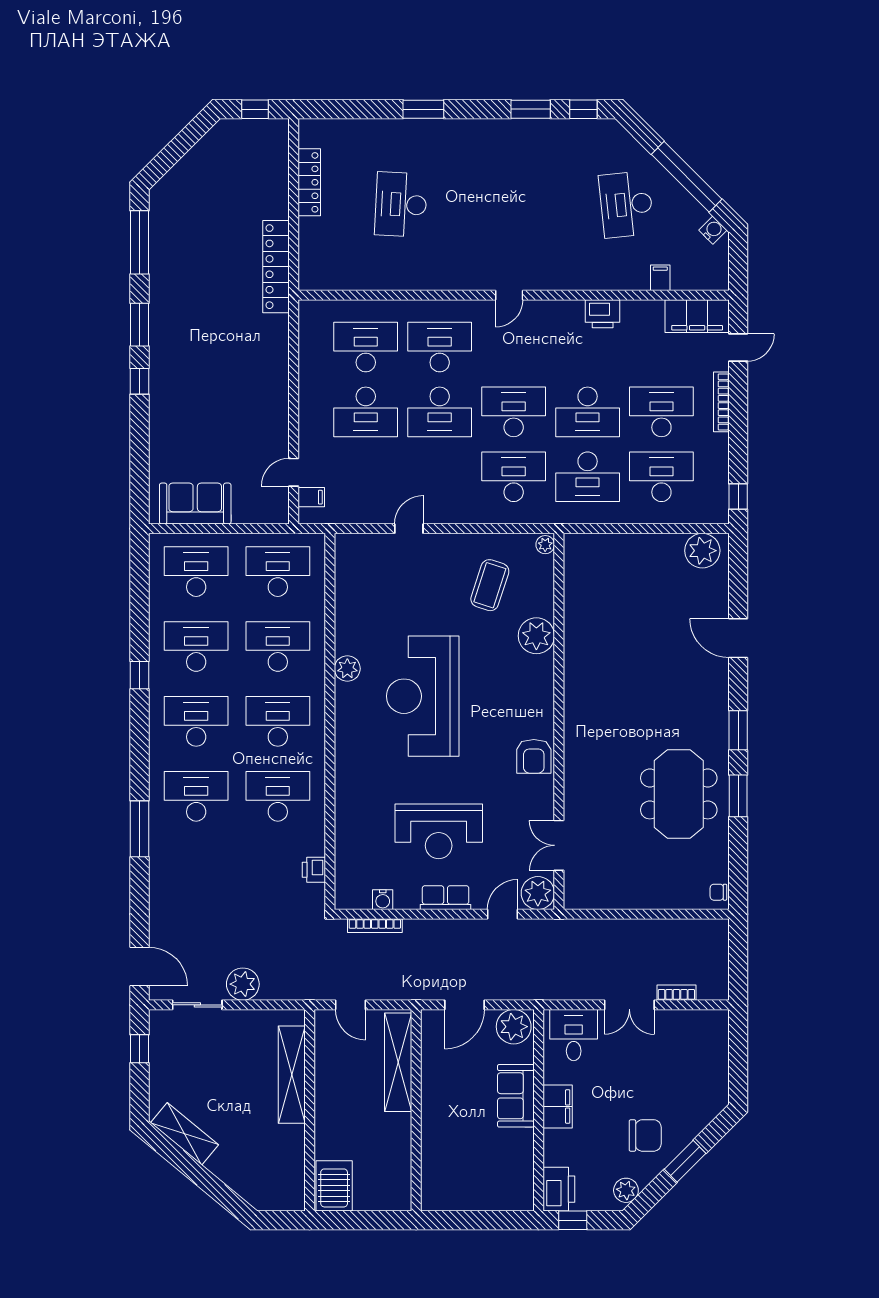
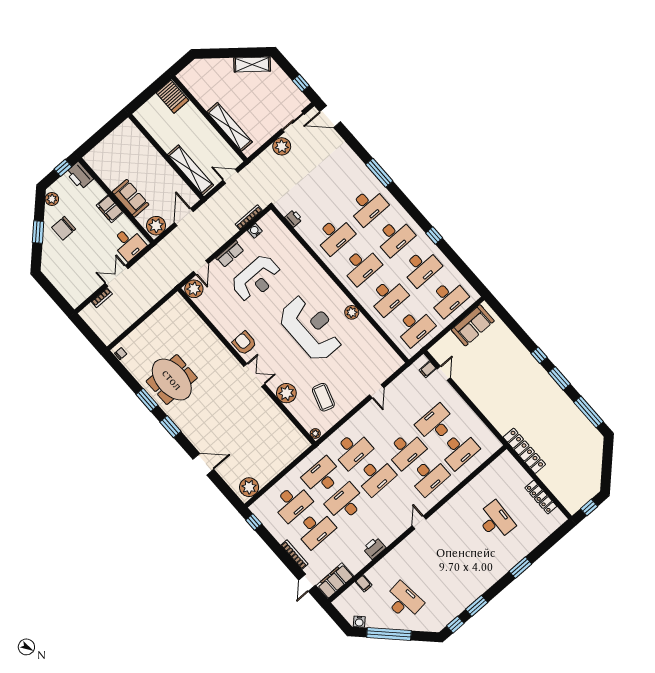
desk: (440, 412) -> (406, 450), turned 180
reception desk: (439, 831) -> (256, 279), turned 180
double door: (559, 845) -> (254, 375), moved

